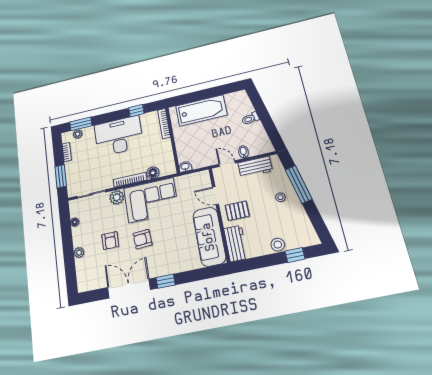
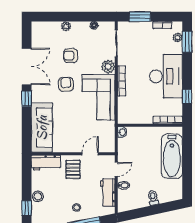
floor lamp: (153, 173) -> (123, 103), removed
sofa: (209, 237) -> (42, 128), moved, turned 90

